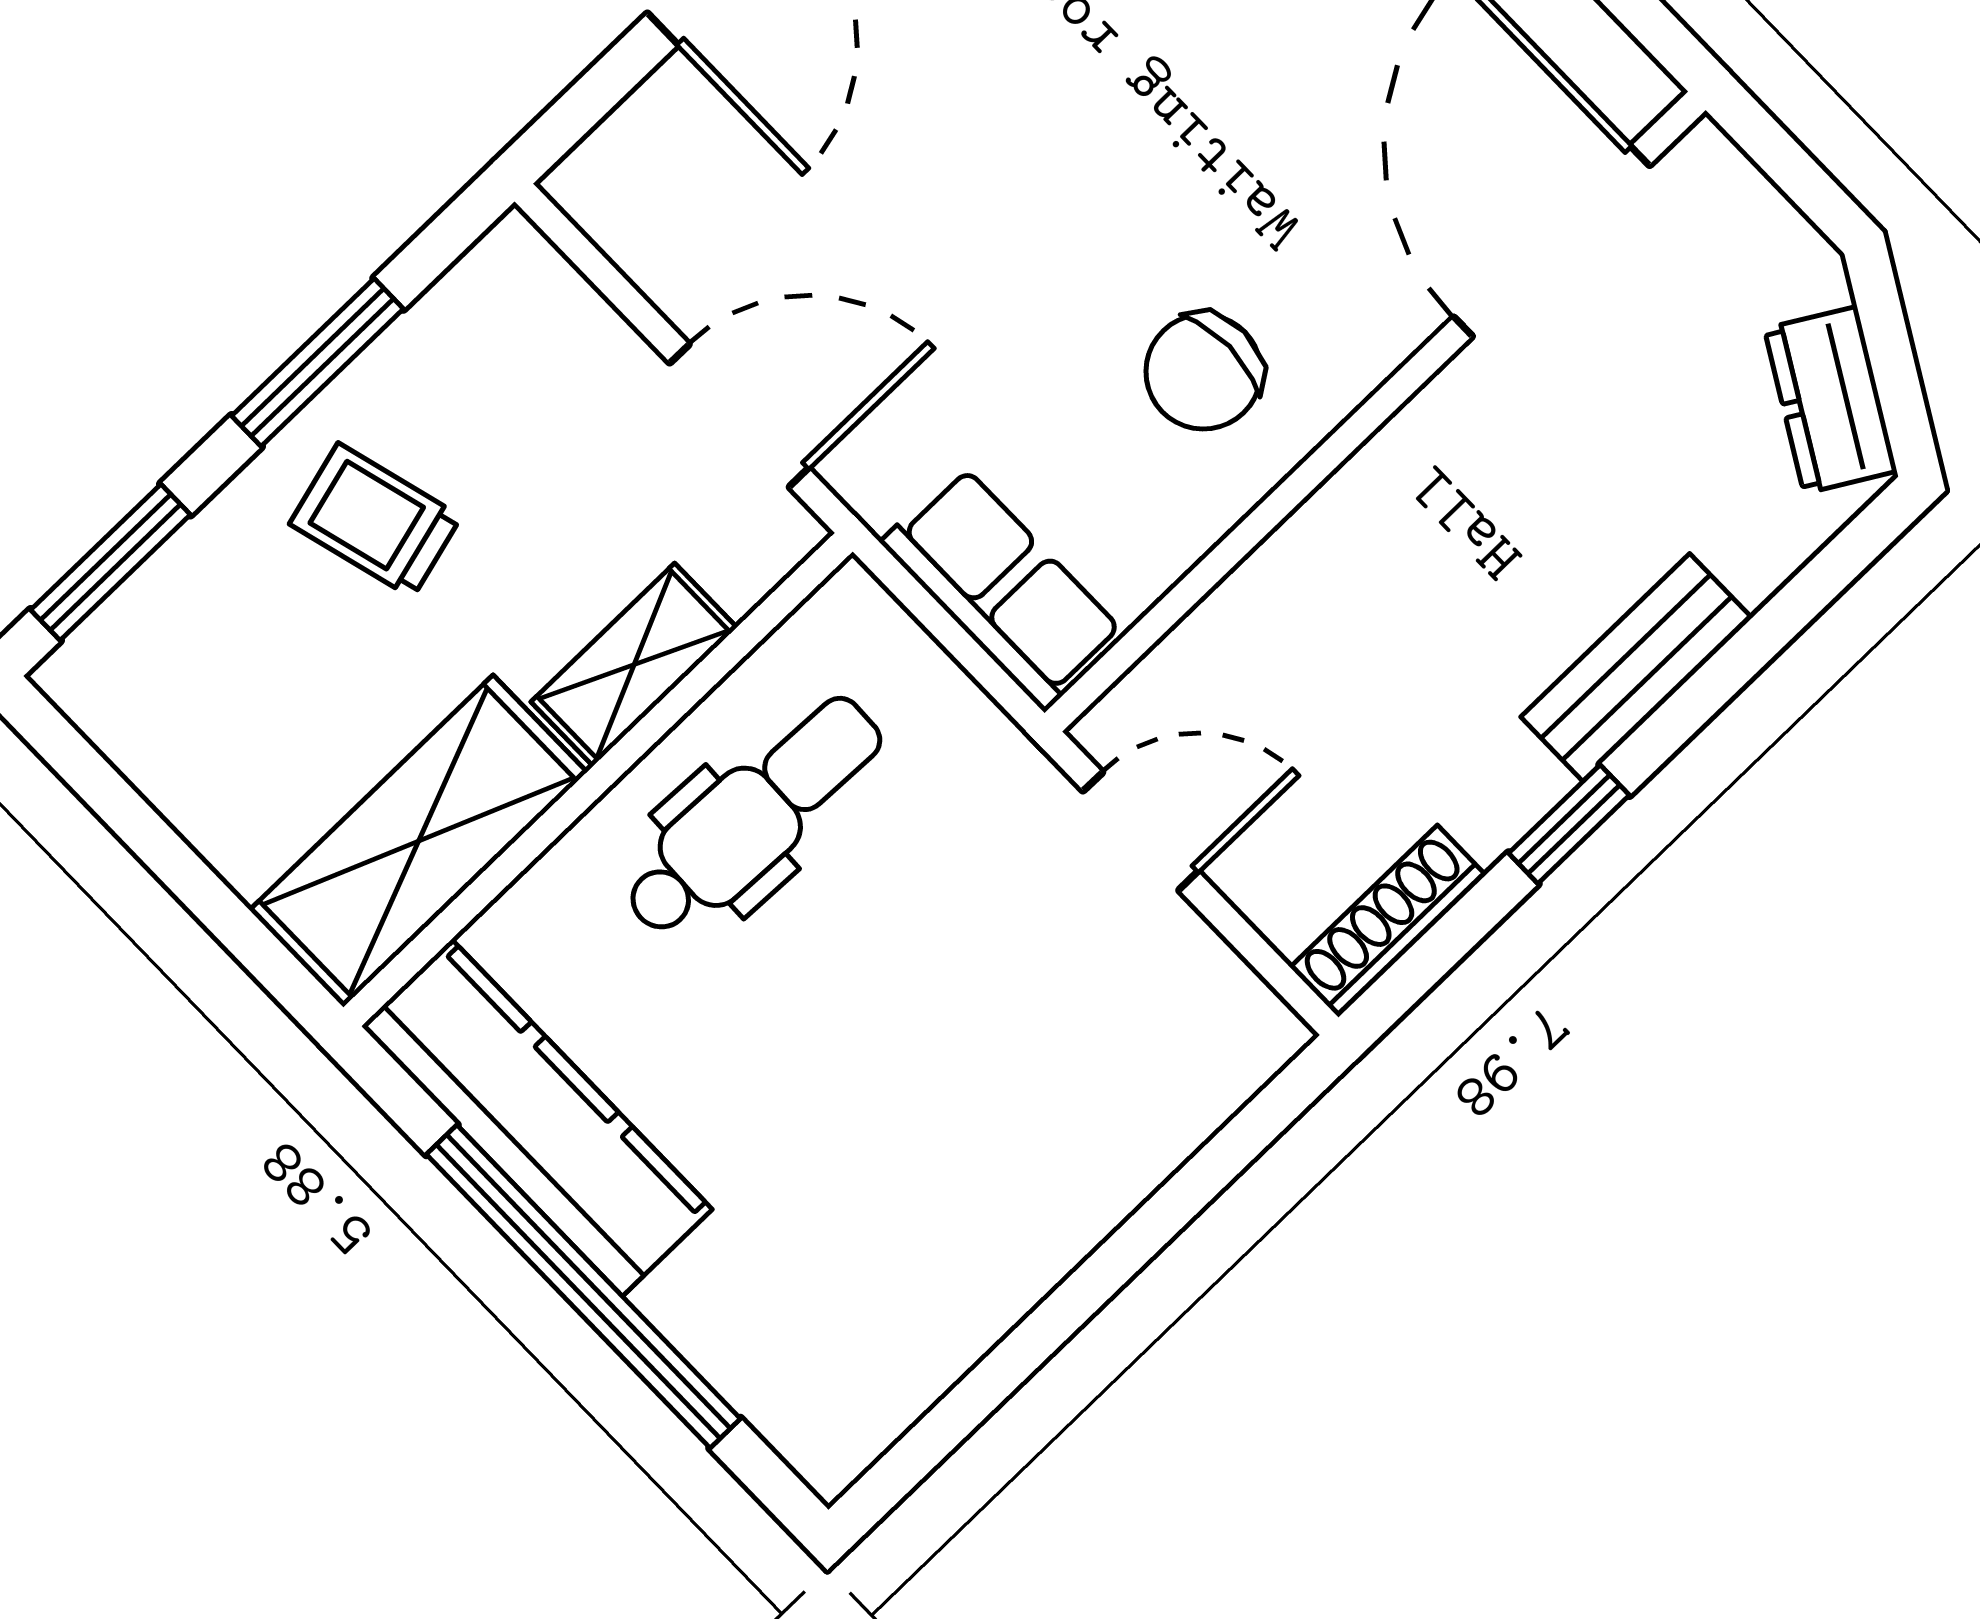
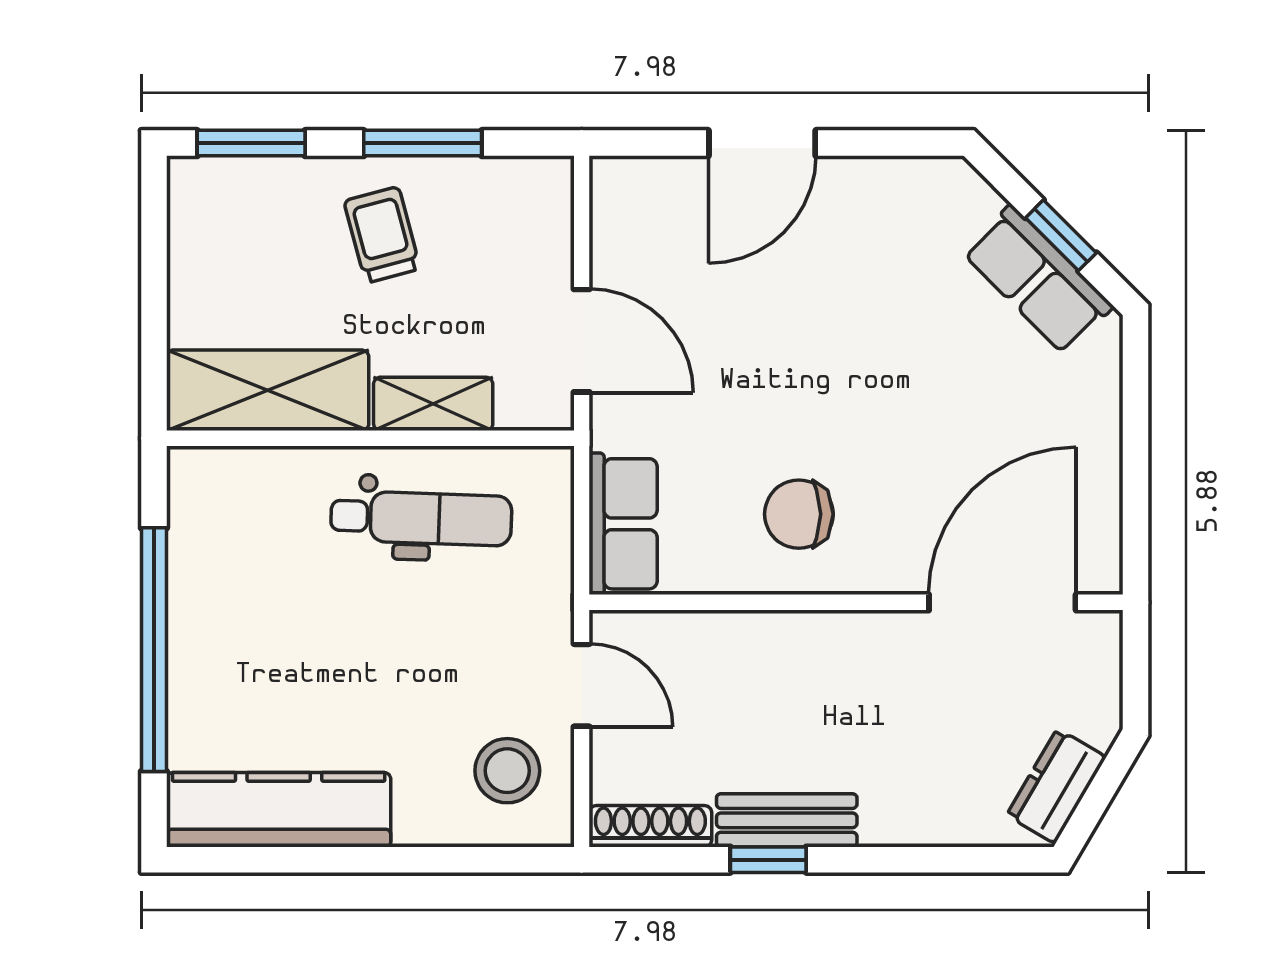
bench: (1636, 667) -> (787, 820), moved
stool: (1150, 1021) -> (507, 771), added
kitchen counter: (537, 1118) -> (279, 810), moved, turned -90

